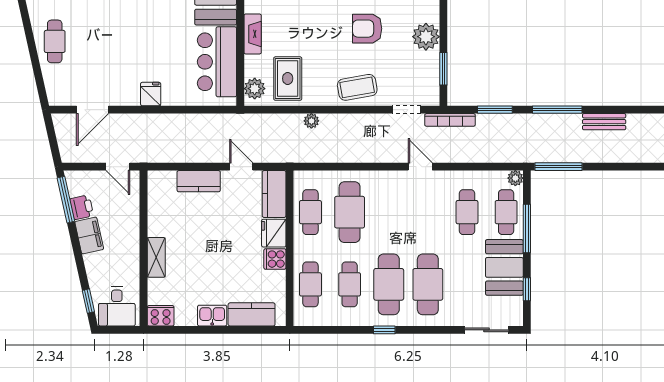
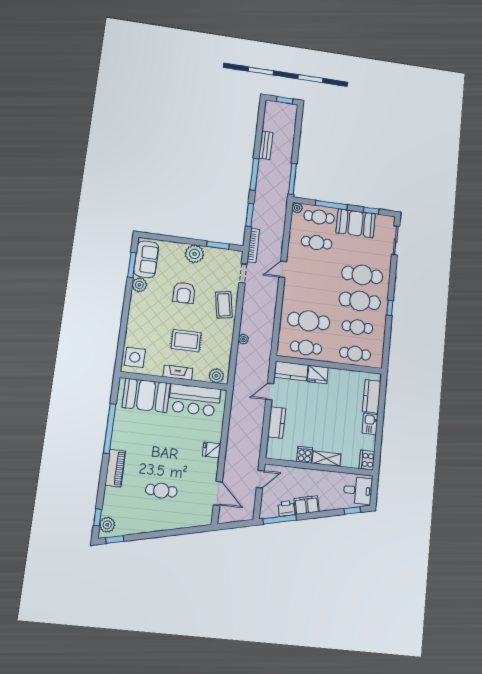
cafe table: (55, 41) -> (161, 491), moved
rug: (288, 79) -> (186, 341), moved
cooker: (275, 259) -> (305, 455), moved, turned 180

